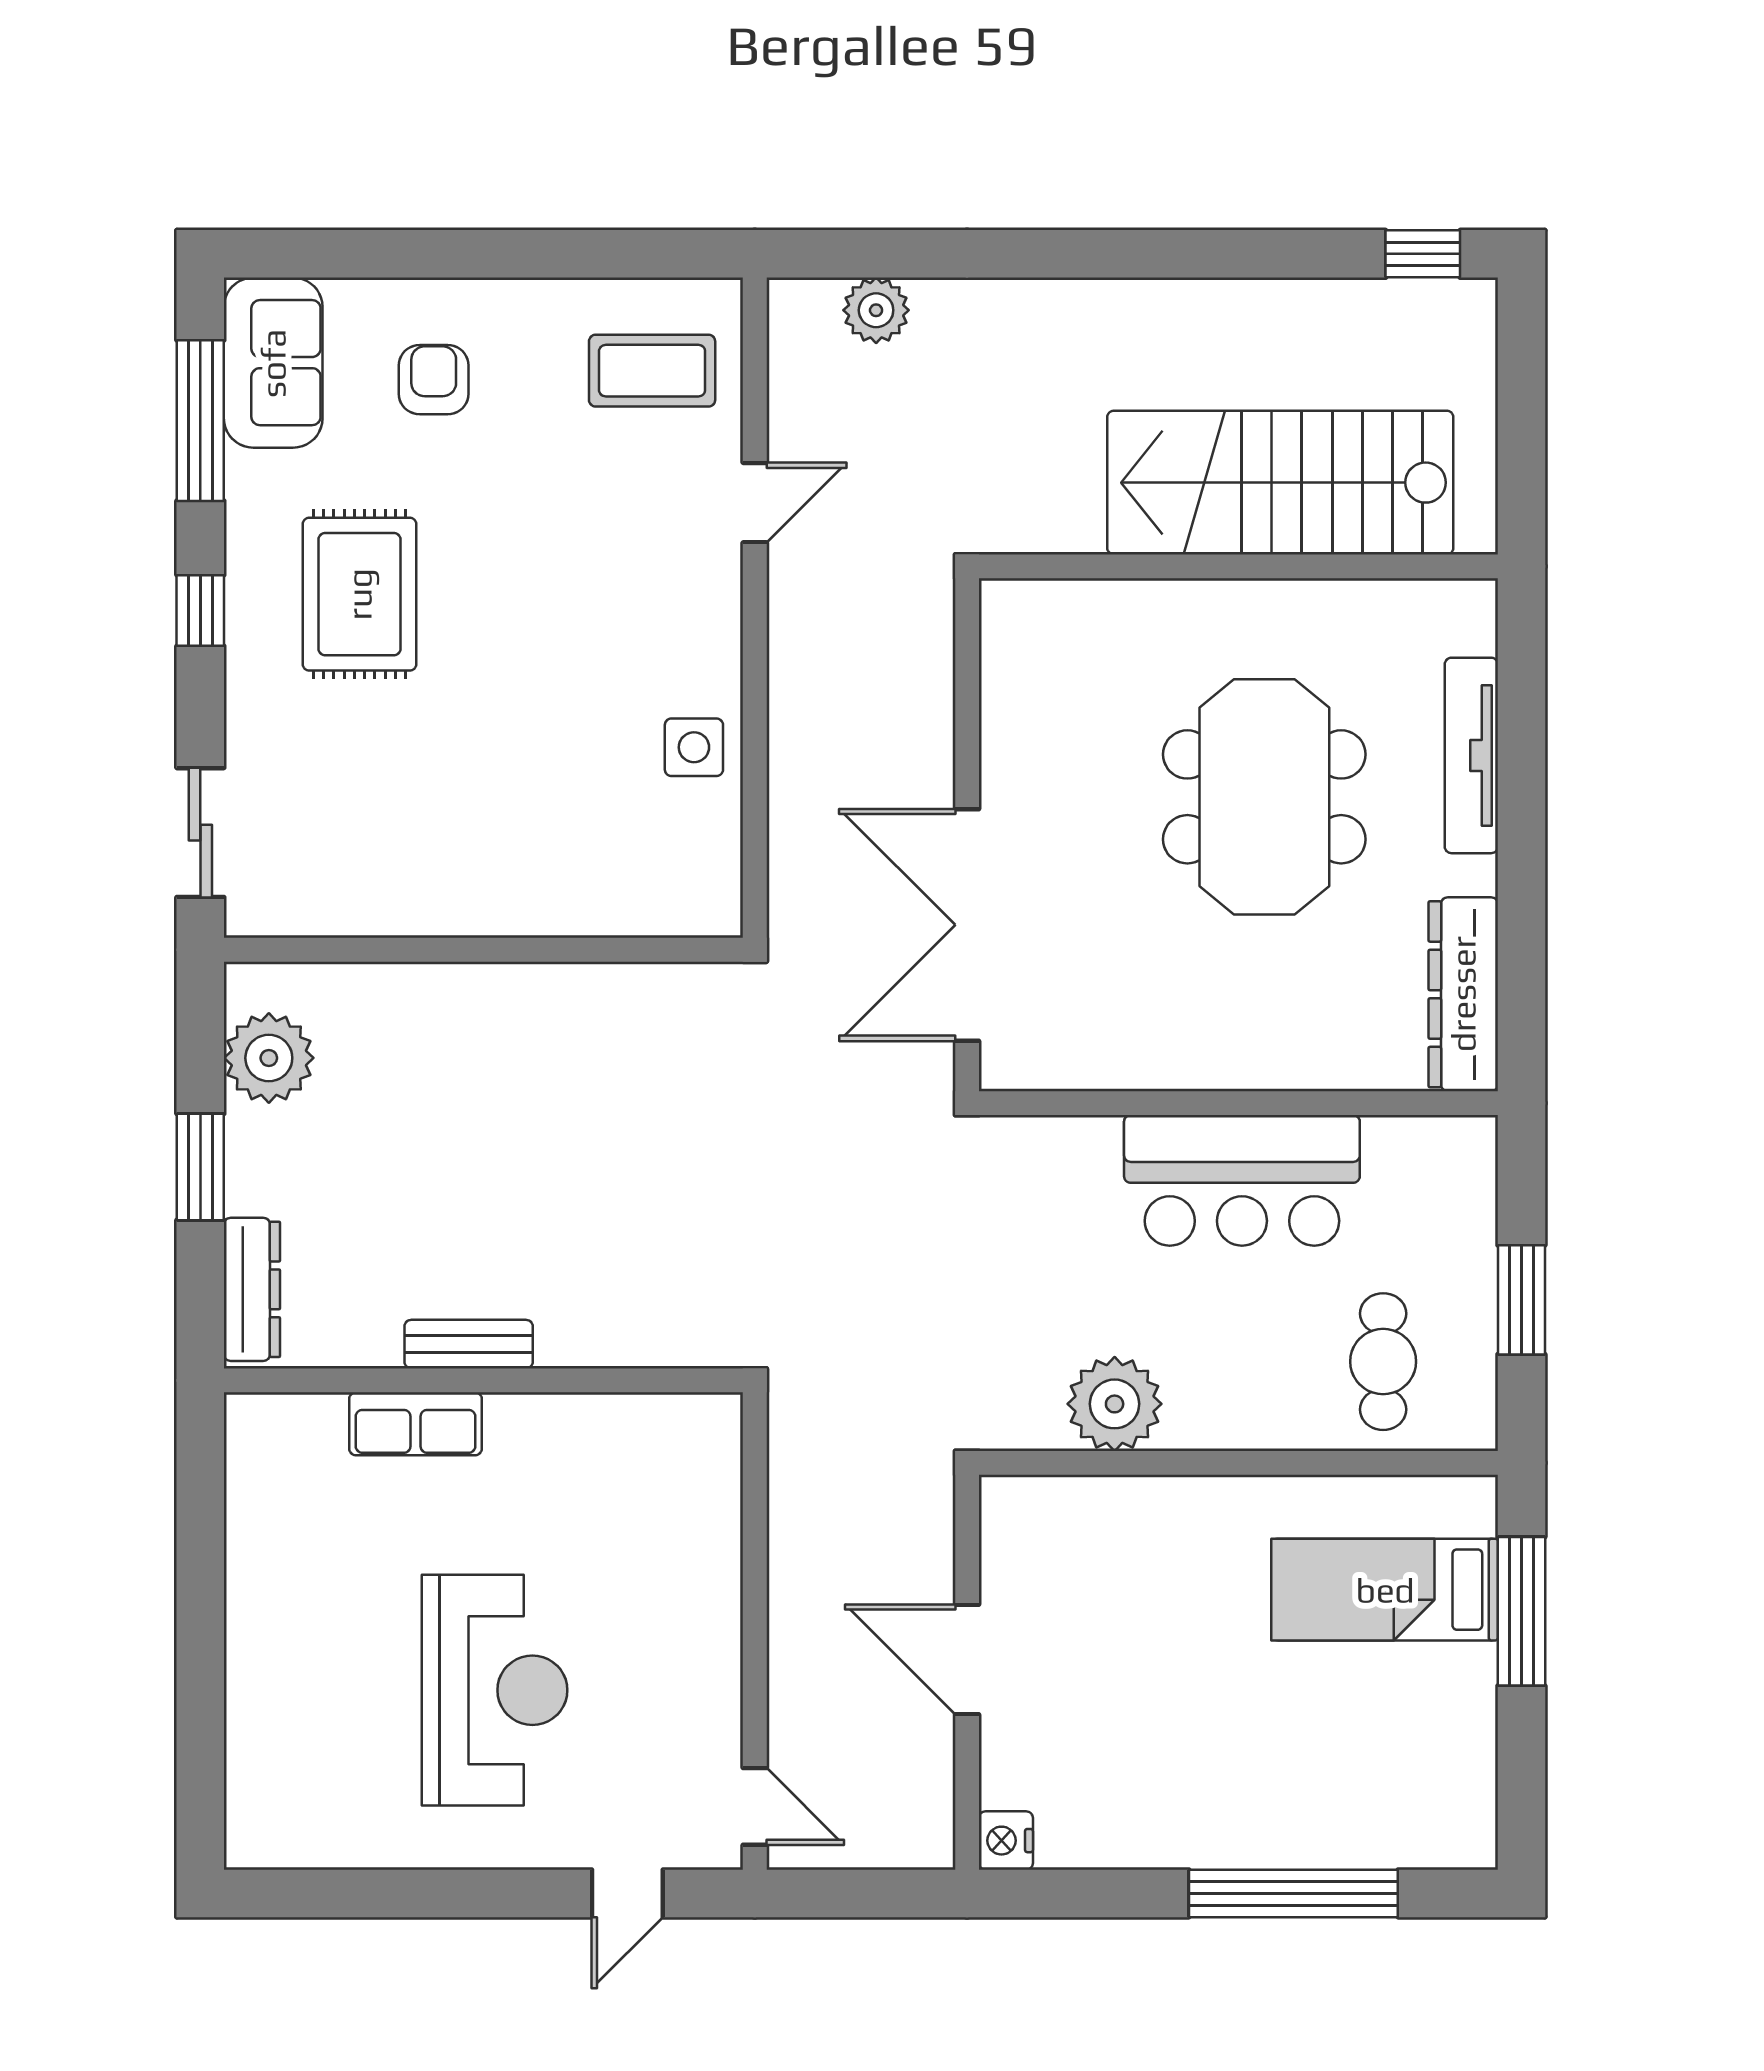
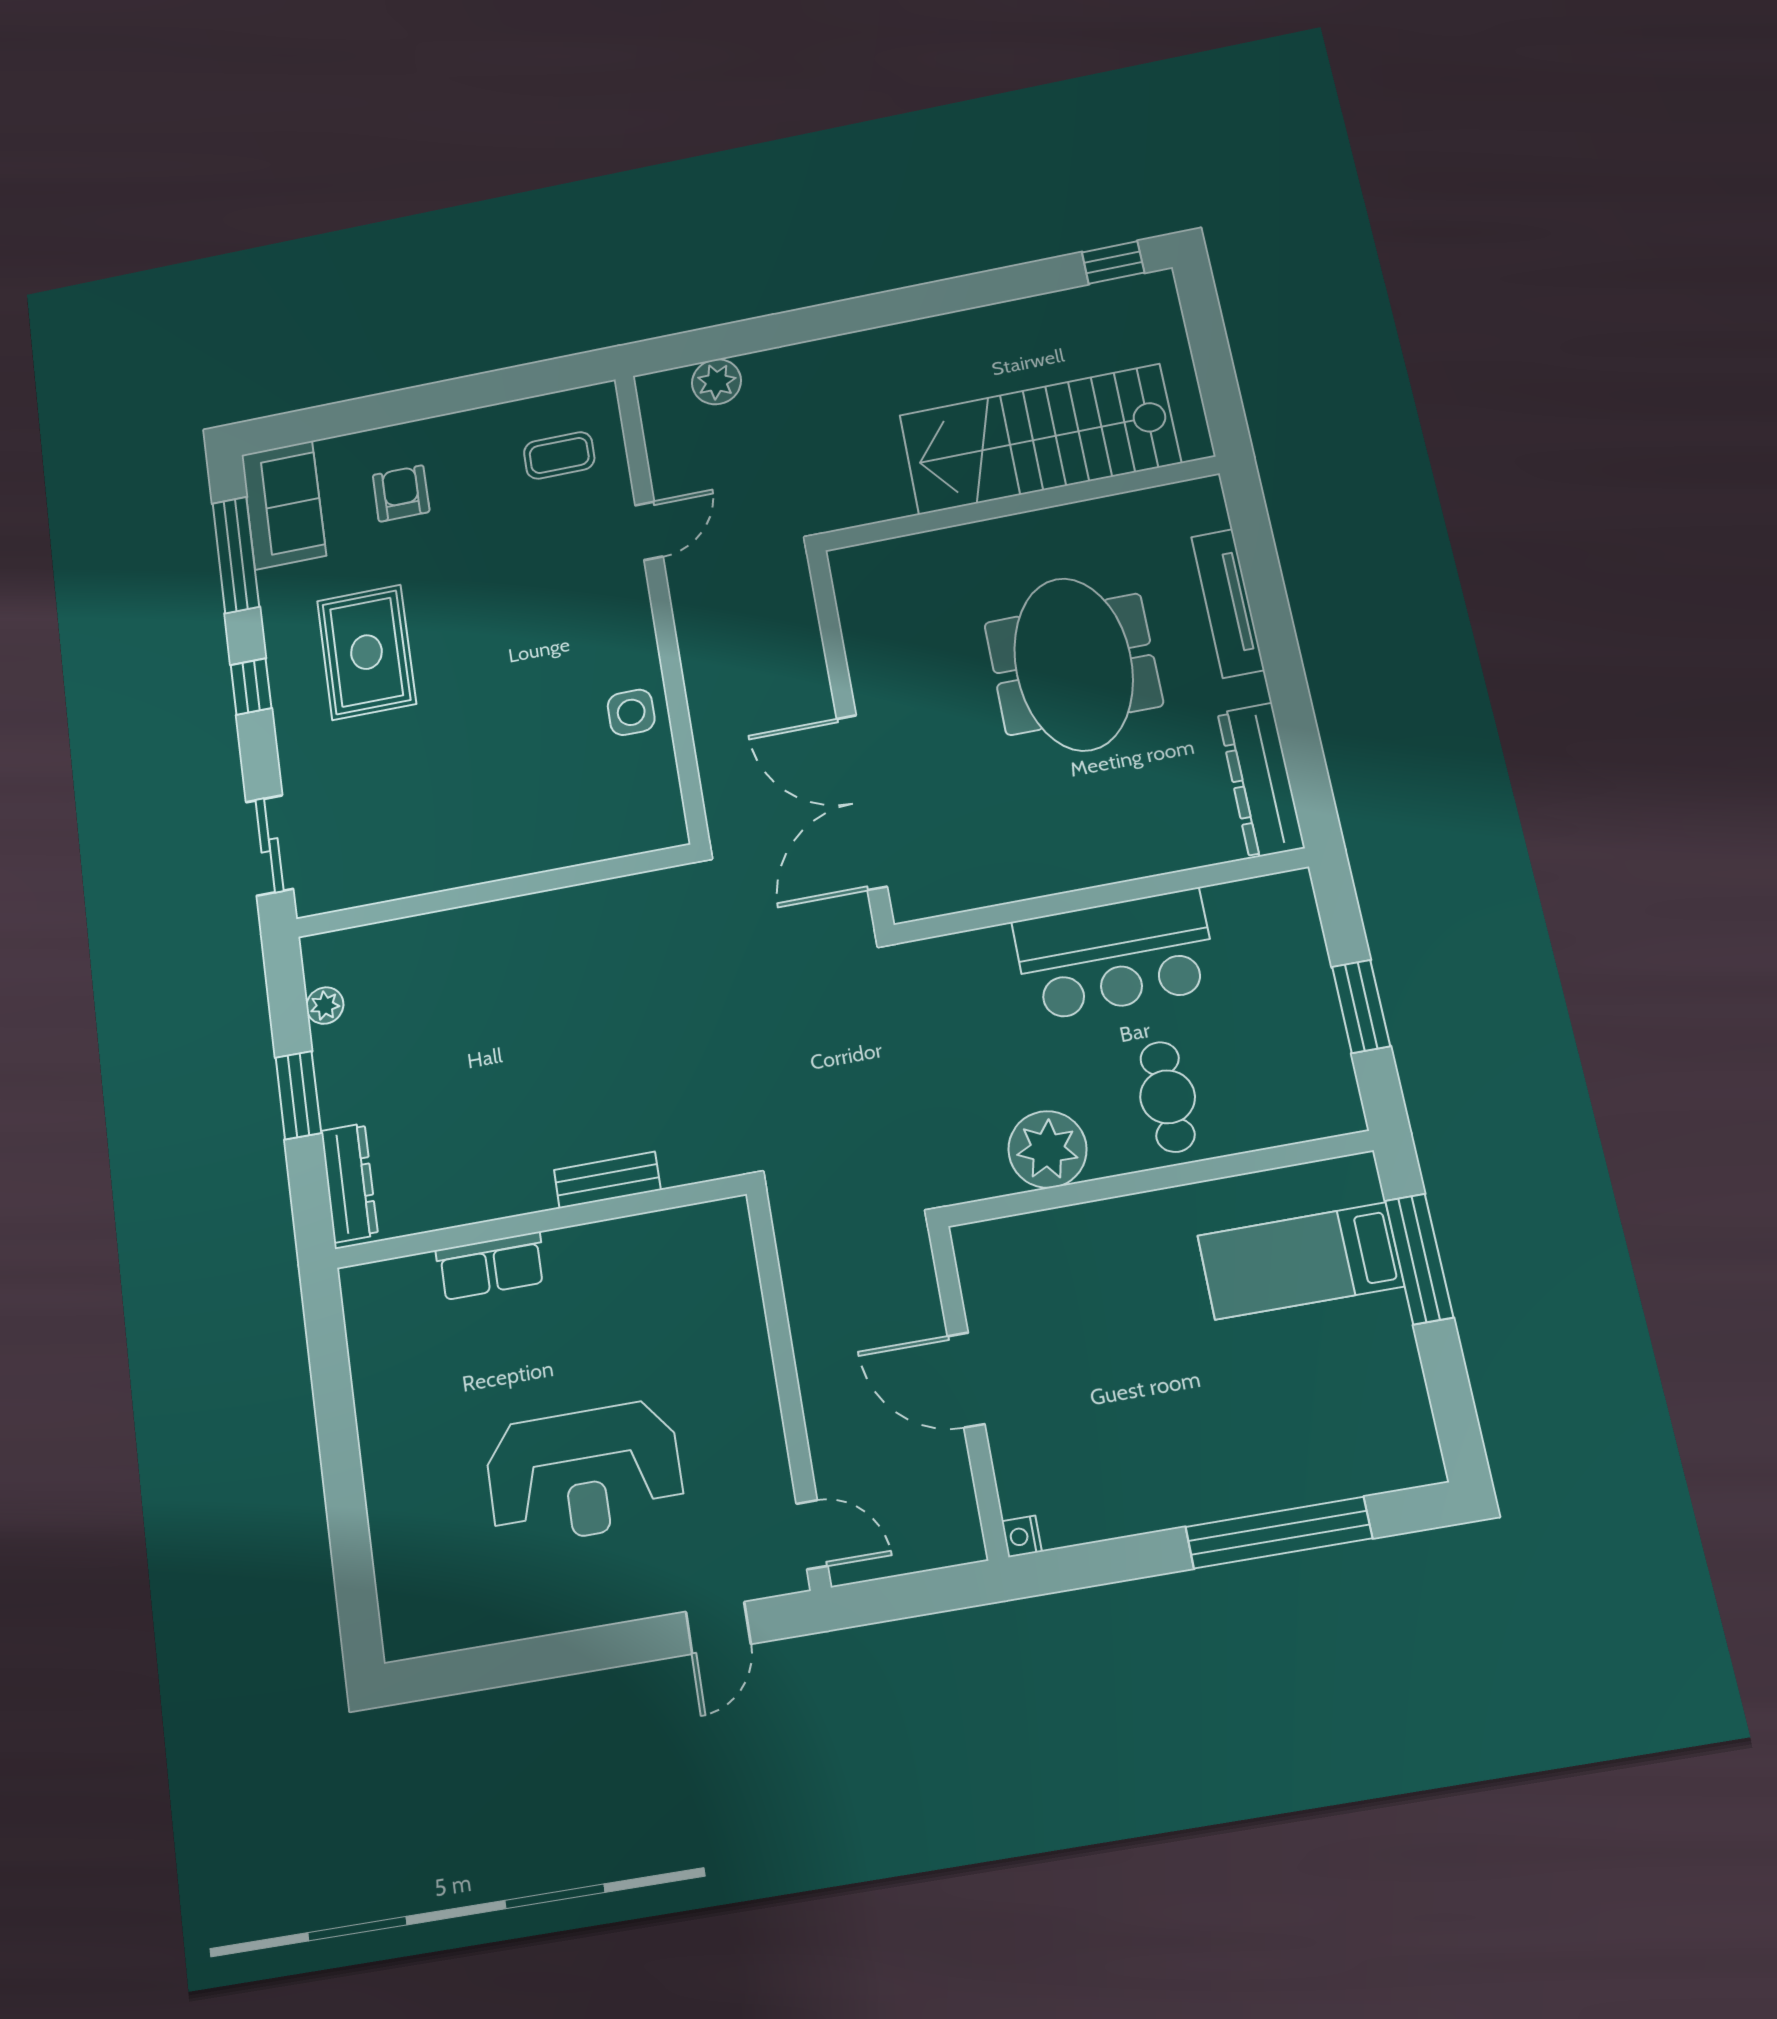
coffee table: (652, 371) -> (559, 455), width x0.73, depth x0.77
plant: (269, 1058) -> (325, 1006), width x0.53, depth x0.53
bench: (469, 1344) -> (607, 1180), moved
cafe table: (1383, 1362) -> (1168, 1097), moved
reception desk: (495, 1690) -> (584, 1473), turned 90
nightstand: (1006, 1841) -> (1022, 1536), width x0.72, depth x0.74

